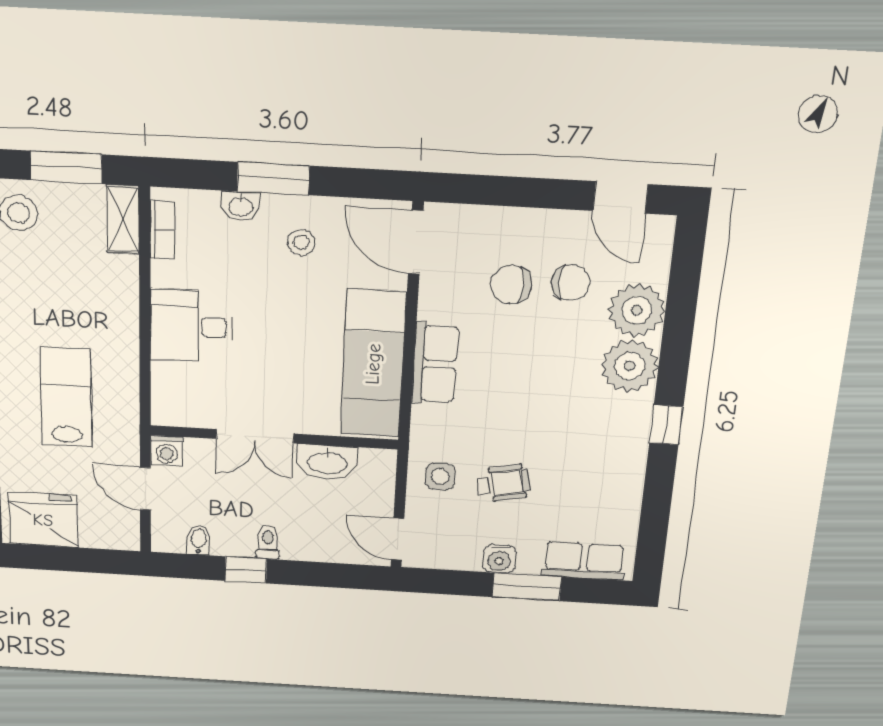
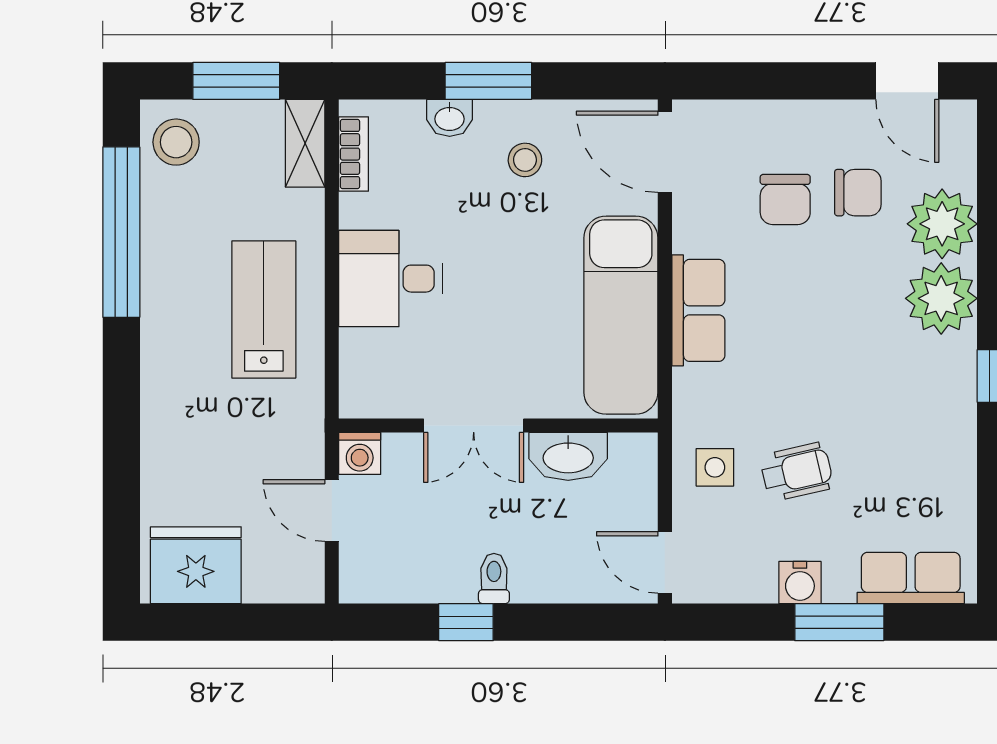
chair: (511, 285) -> (785, 199), turned -90
lab bench: (66, 397) -> (264, 309), moved
bidet: (199, 540) -> (402, 582), removed

